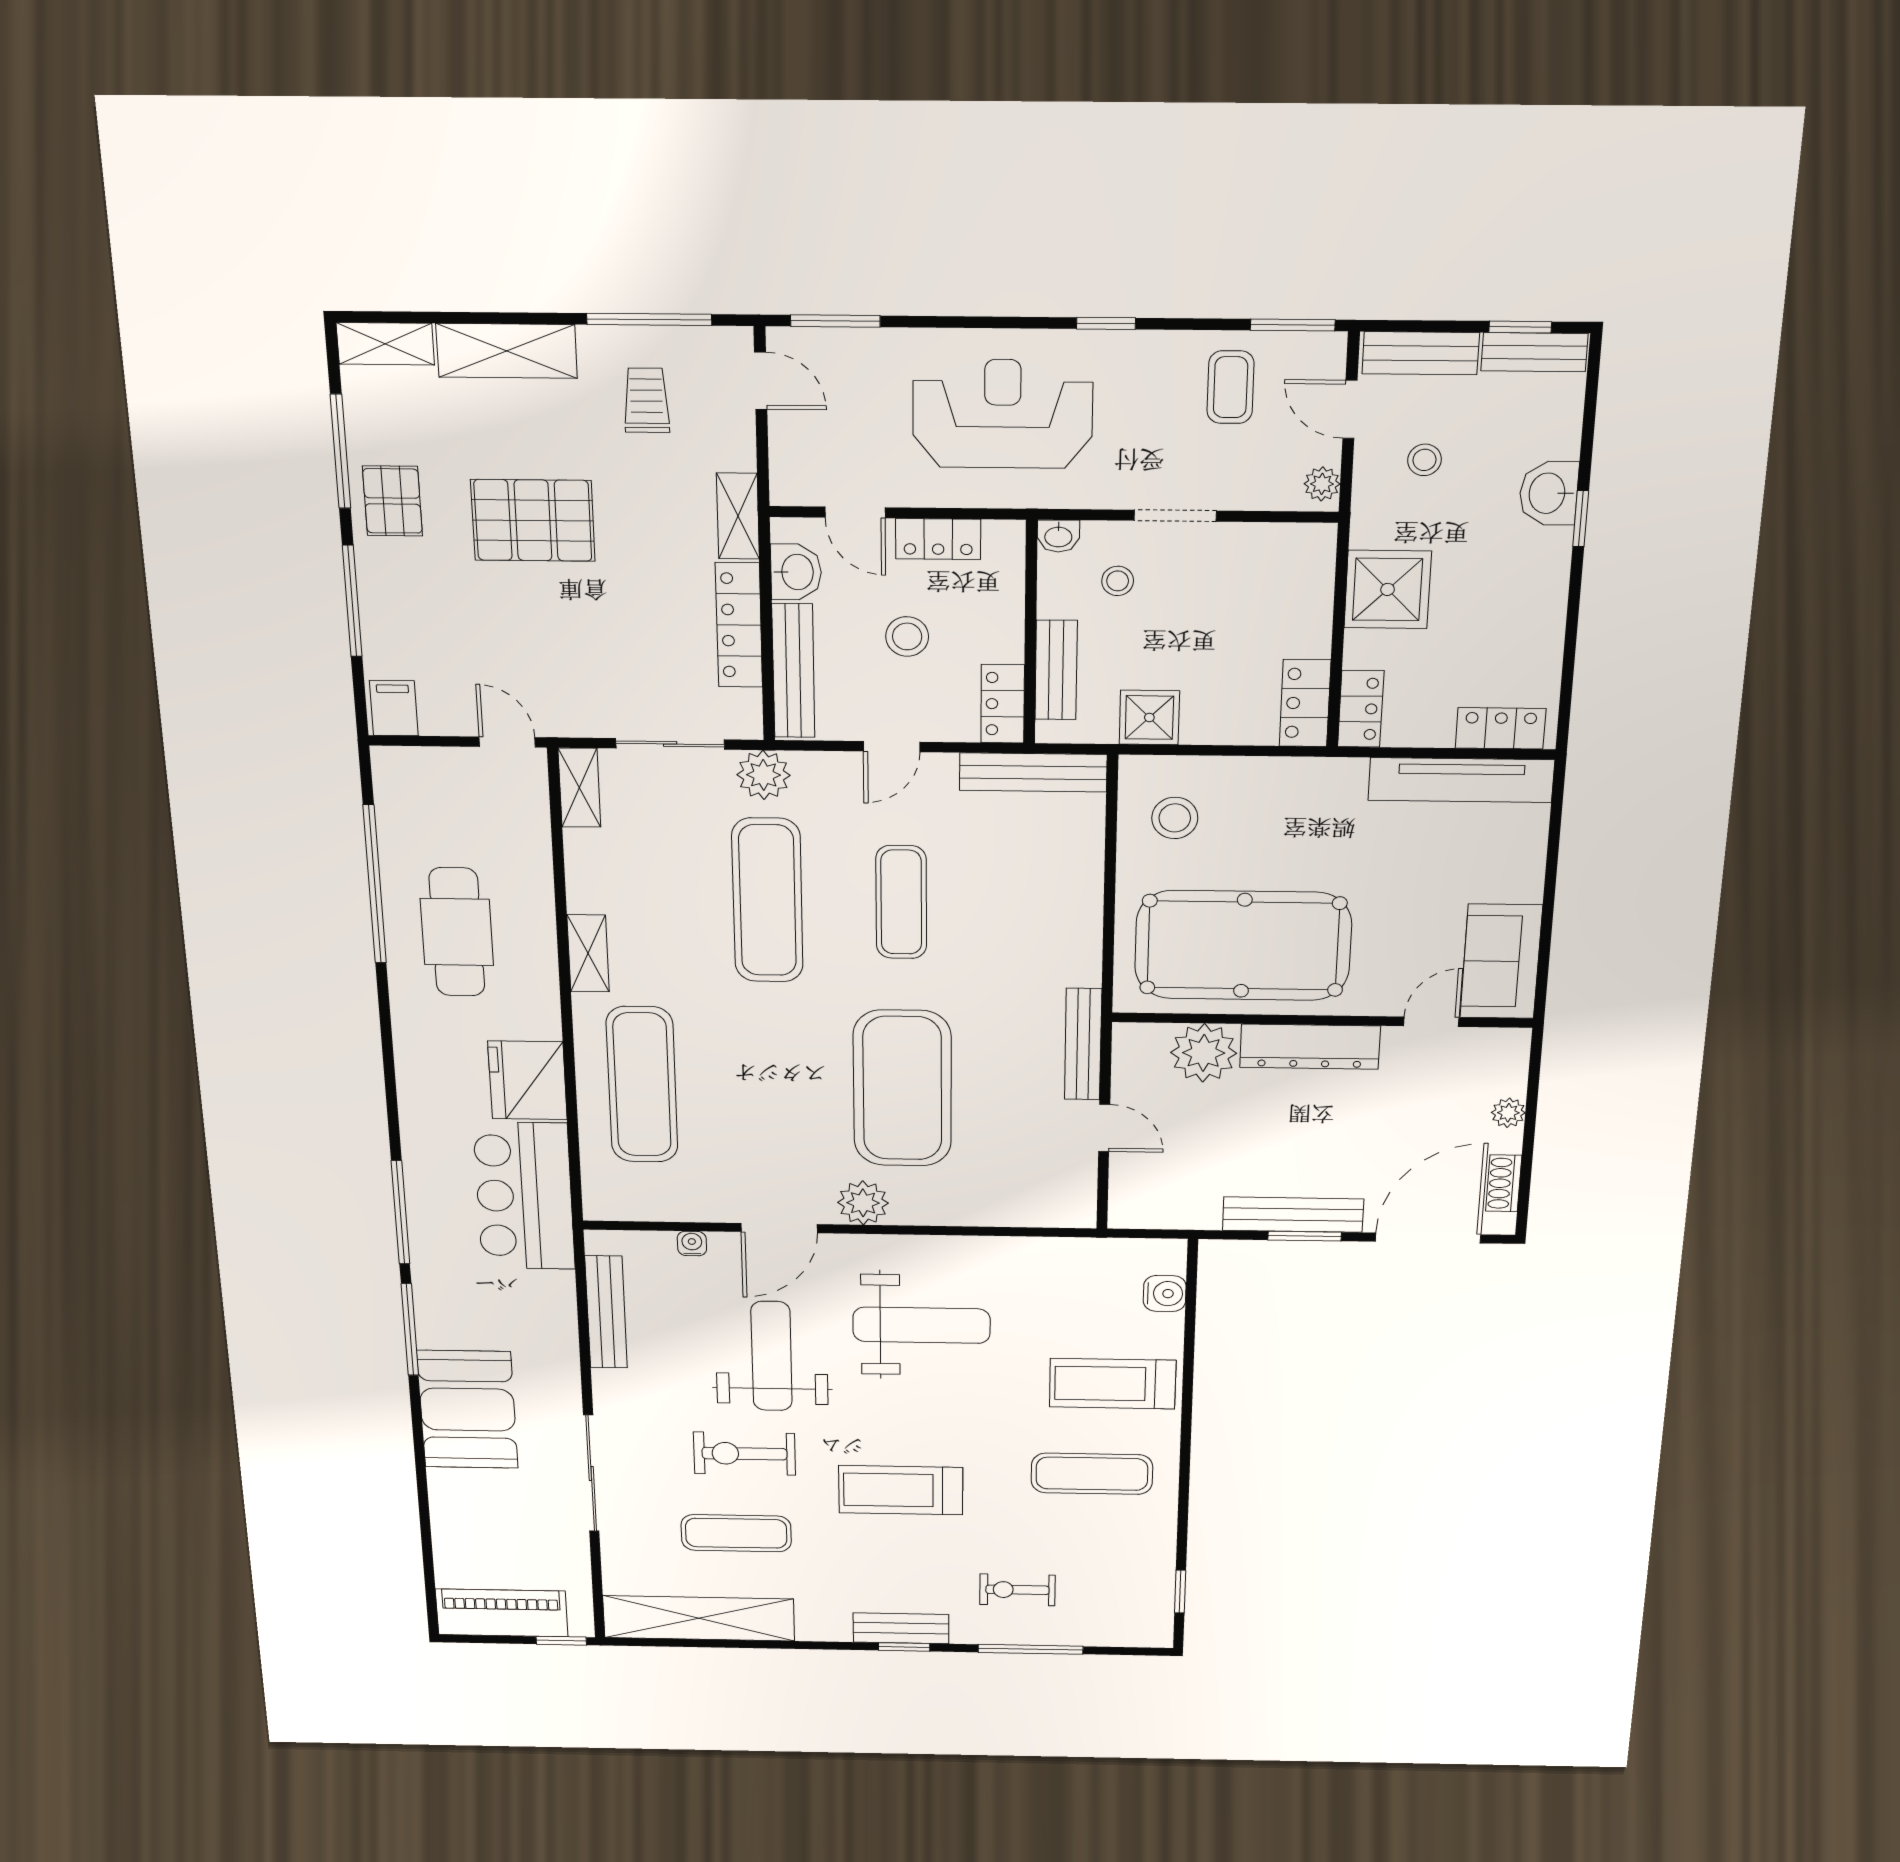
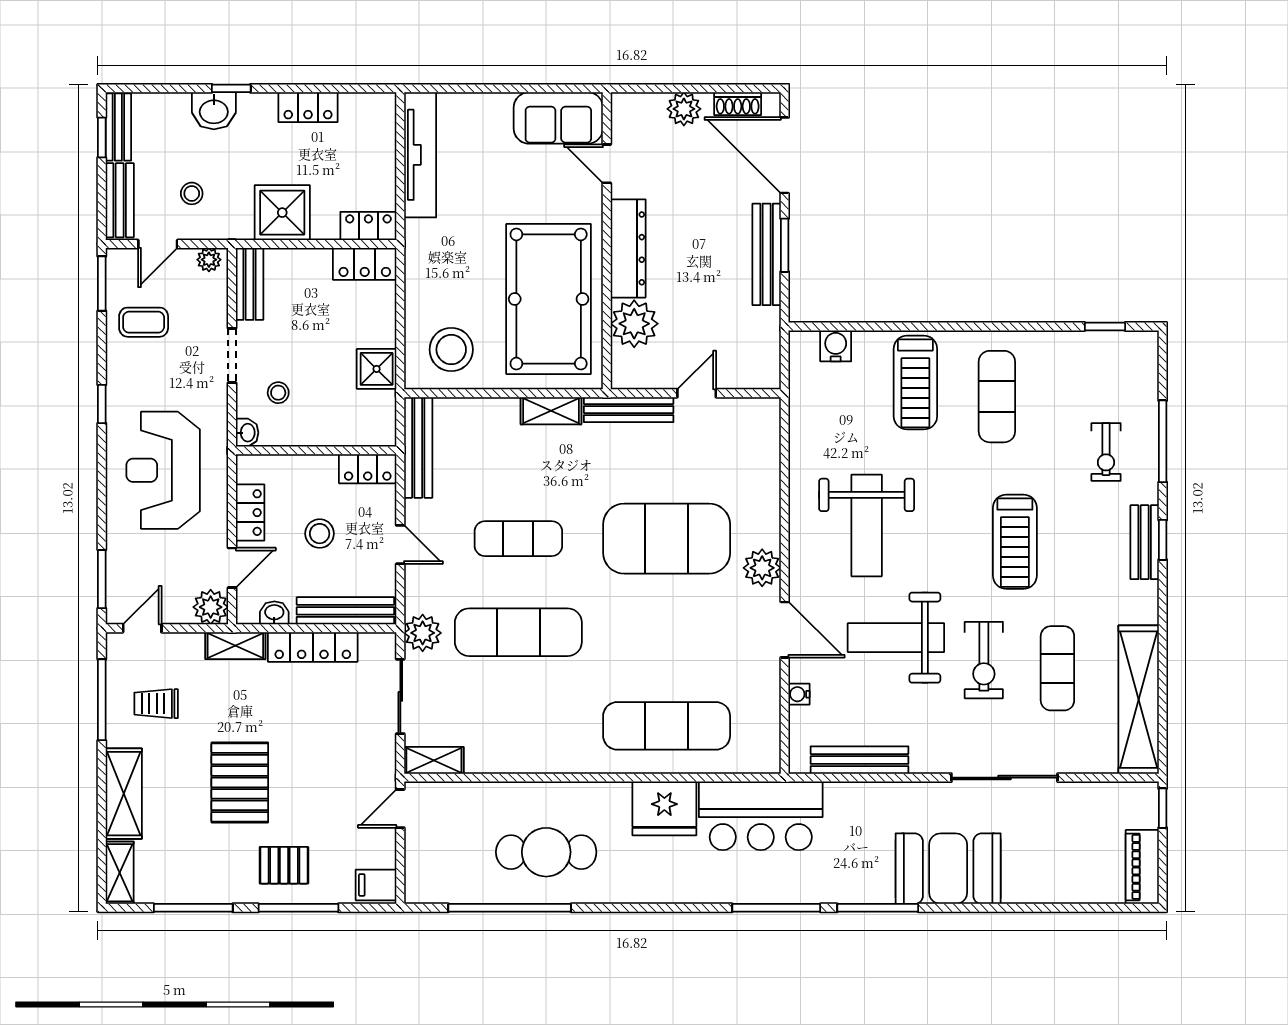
plant: (795, 481) -> (211, 607), added
pallet: (392, 501) -> (284, 865), moved
washbasin: (796, 572) -> (274, 613), width x0.72, depth x0.69
bench: (1056, 670) -> (250, 284), moved, turned 90
locker: (1501, 728) -> (308, 107), moved, turned -90
stool: (1175, 818) -> (451, 350), width x1.38, depth x1.38
shelving: (588, 953) -> (551, 411), moved
plant: (1508, 1113) -> (684, 109), width x1.38, depth x1.38
weight bench: (921, 1325) -> (867, 525), turned 180
piano: (502, 1613) -> (1142, 867), width x0.73, depth x0.75

